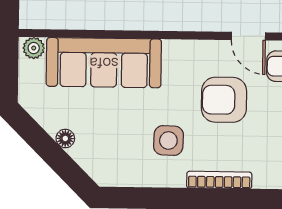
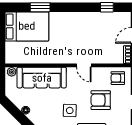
door: (248, 36) -> (84, 65), moved
armchair: (224, 100) -> (101, 100), moved

